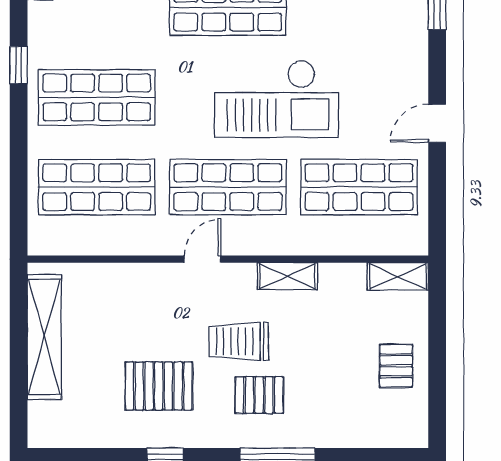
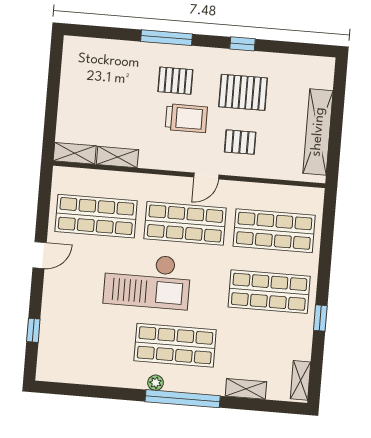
checkout: (276, 99) -> (147, 281), turned 180
shelving: (287, 276) -> (117, 157), moved
pallet: (396, 366) -> (240, 142), moved, turned 90

